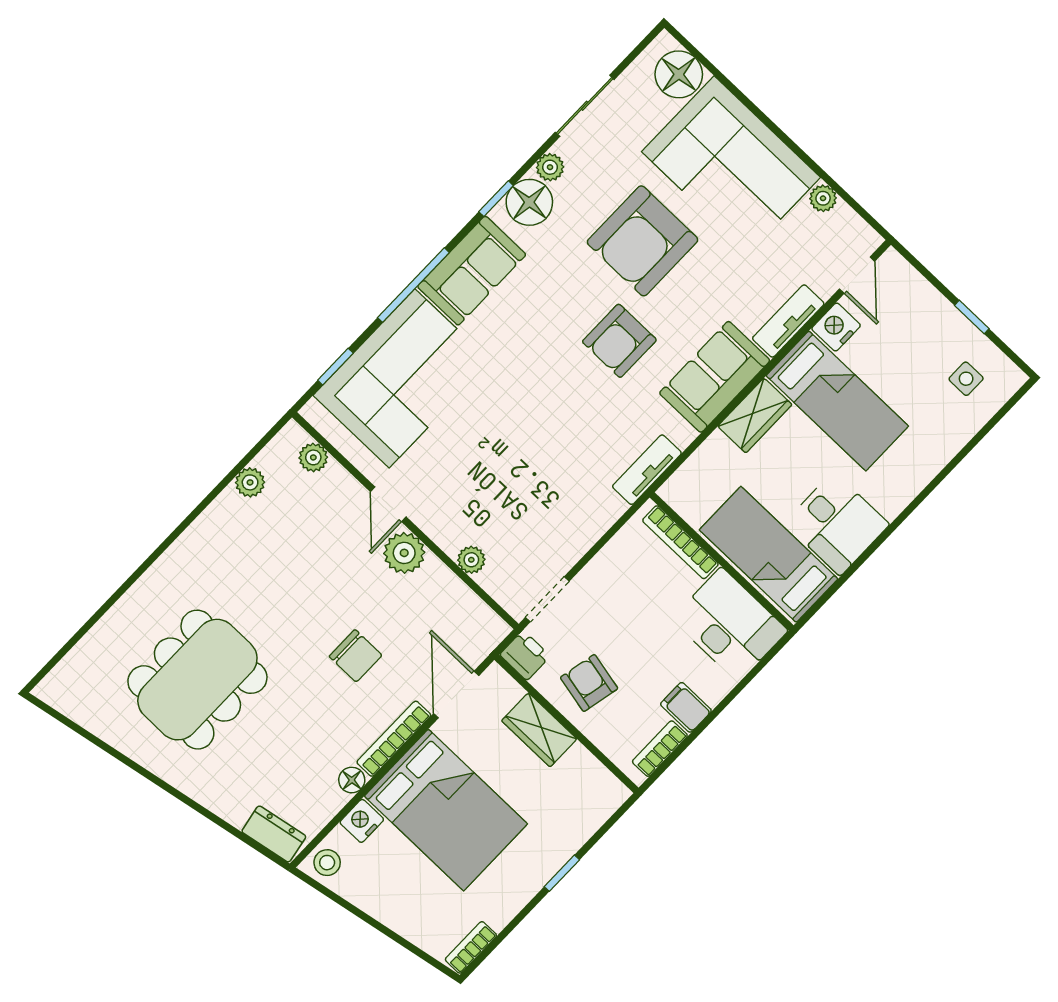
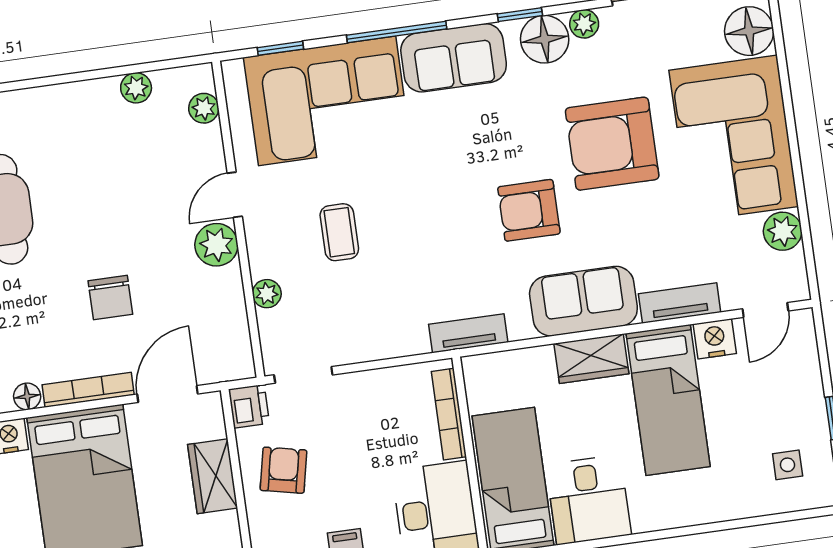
plant: (823, 198) -> (783, 231), width x1.38, depth x1.38
coffee table: (489, 470) -> (339, 232), added

